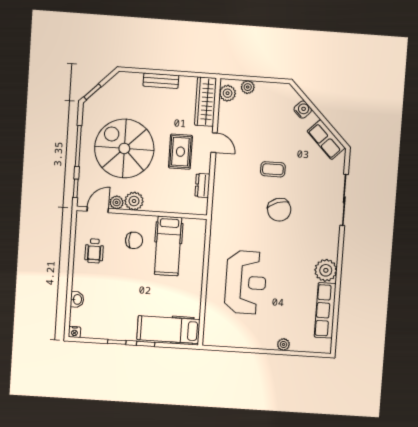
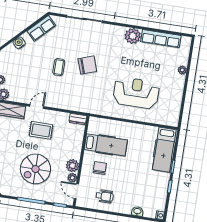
spiral stairs: (124, 148) -> (35, 169), width x0.73, depth x0.73
dresser: (202, 185) -> (78, 119), moved

